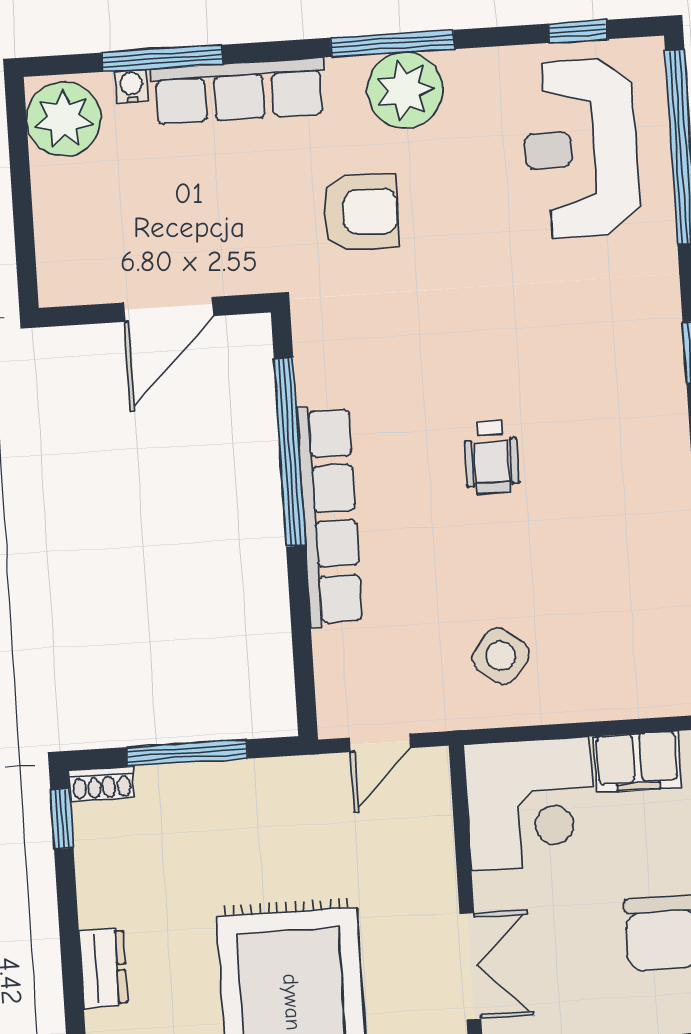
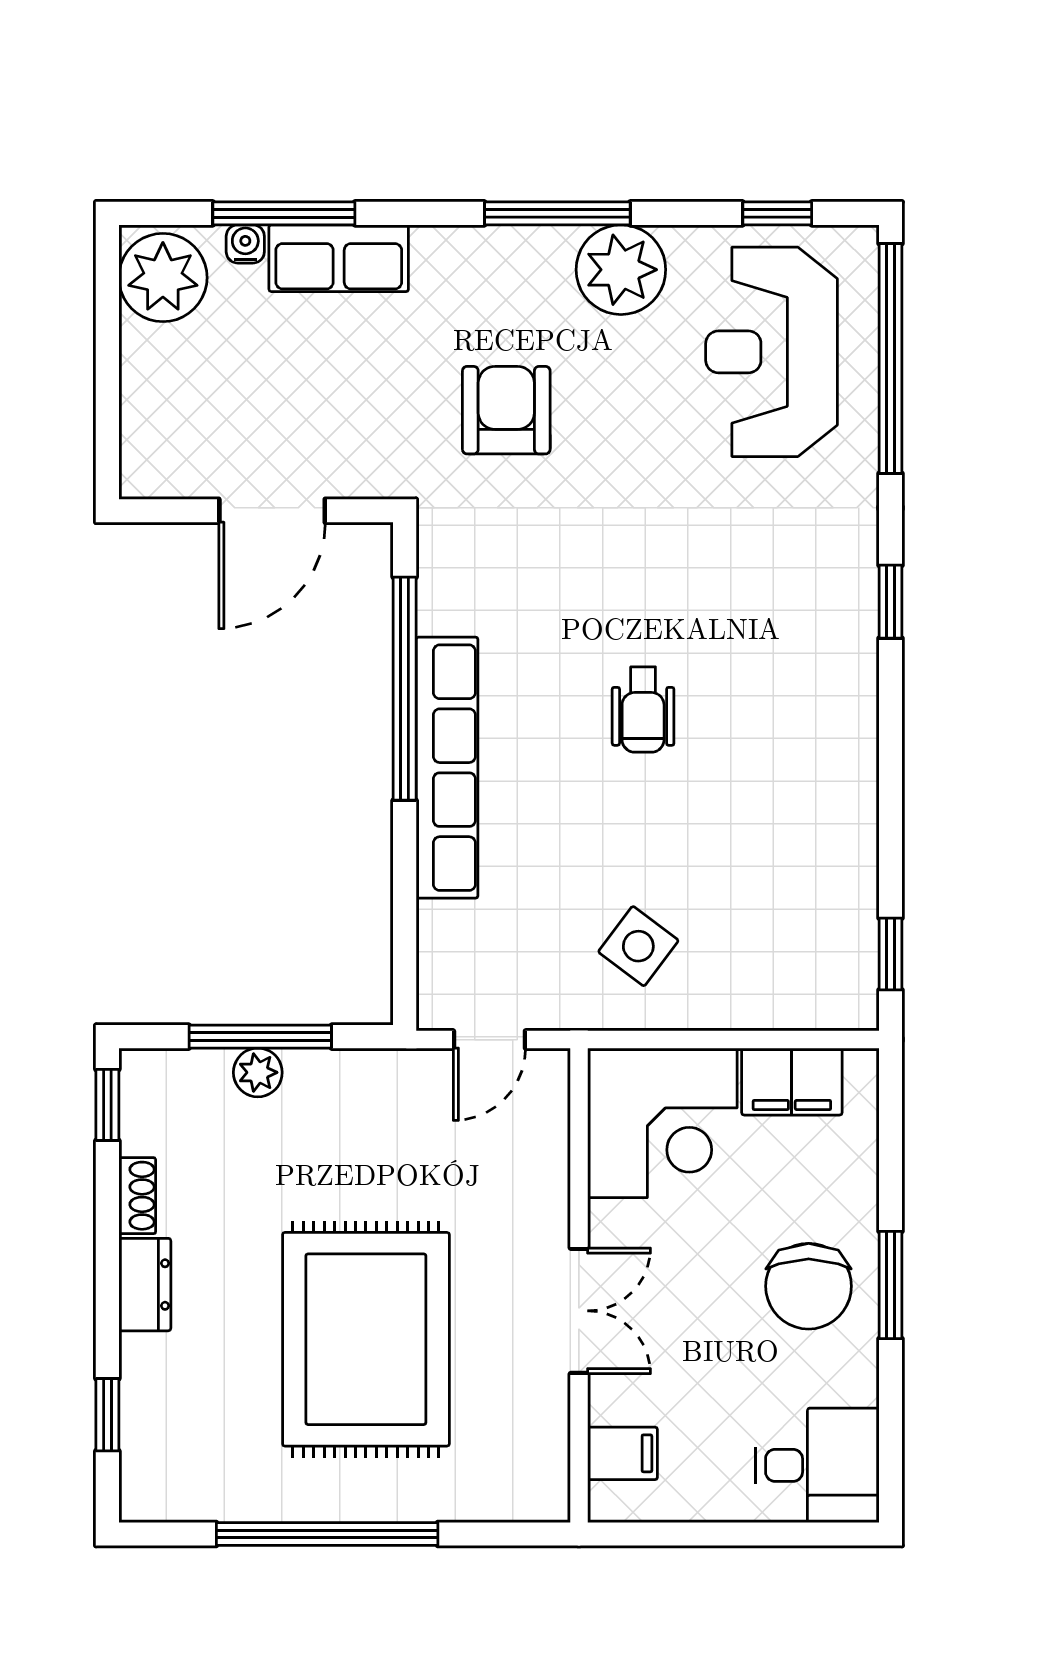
plant: (405, 90) -> (621, 270), moved
row of seats: (239, 91) -> (339, 258), width x0.68
armchair: (360, 212) -> (506, 410), turned -92
plant: (187, 783) -> (258, 1072), added
shoe rack: (102, 784) -> (137, 1196), moved, turned -90

